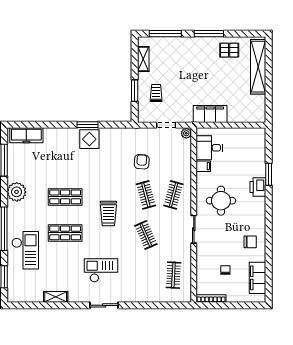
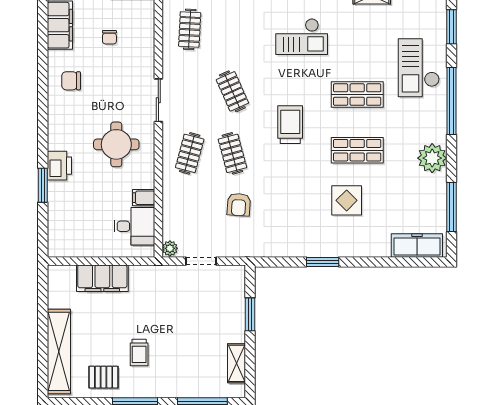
trolley: (156, 93) -> (139, 352), moved
filing cabinet: (210, 114) -> (102, 278), moved
display table: (89, 139) -> (347, 200), moved

